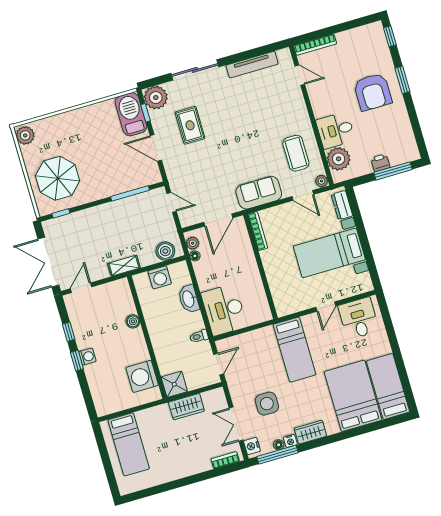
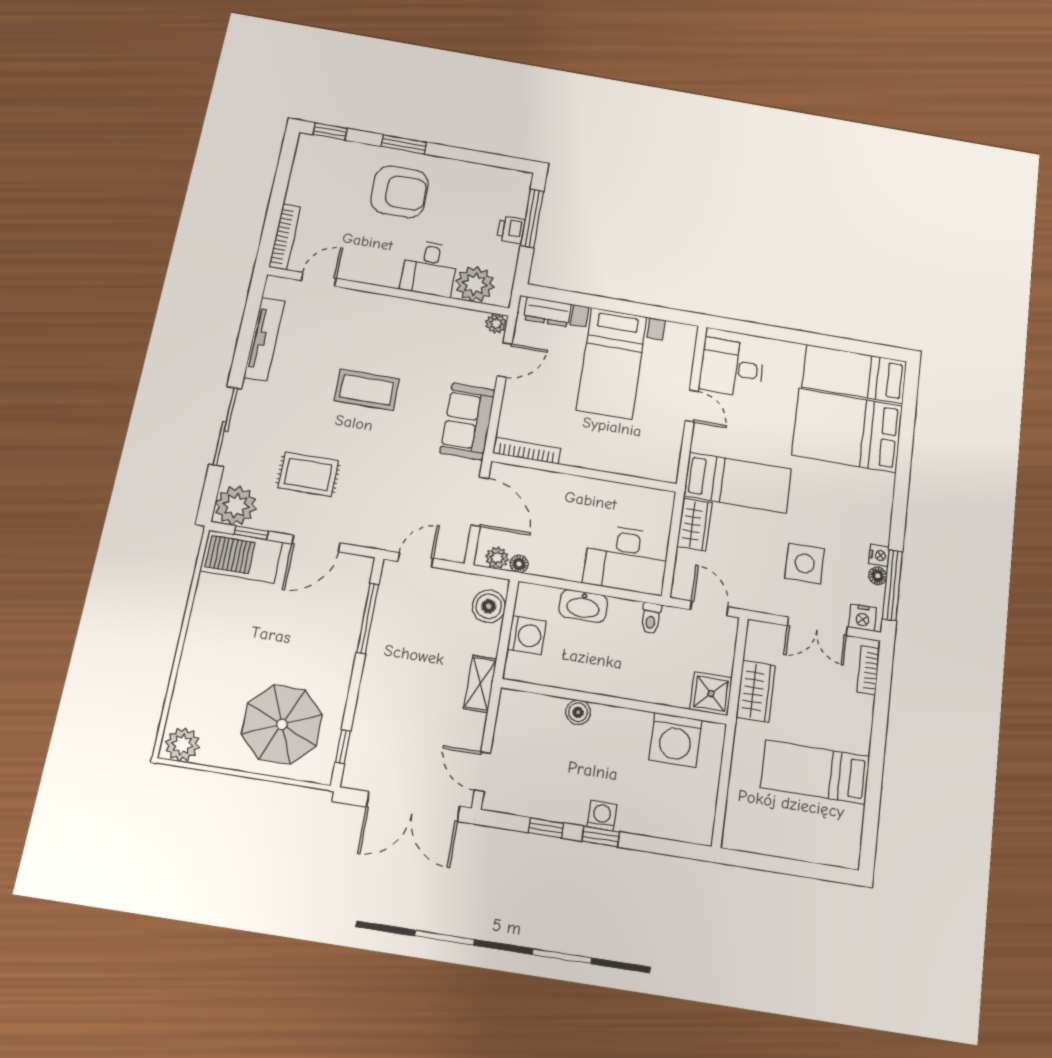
coffee table: (296, 153) -> (367, 390), moved
wardrobe: (310, 432) -> (694, 525), moved, turned 180
bed: (129, 444) -> (815, 772), moved, turned 180

